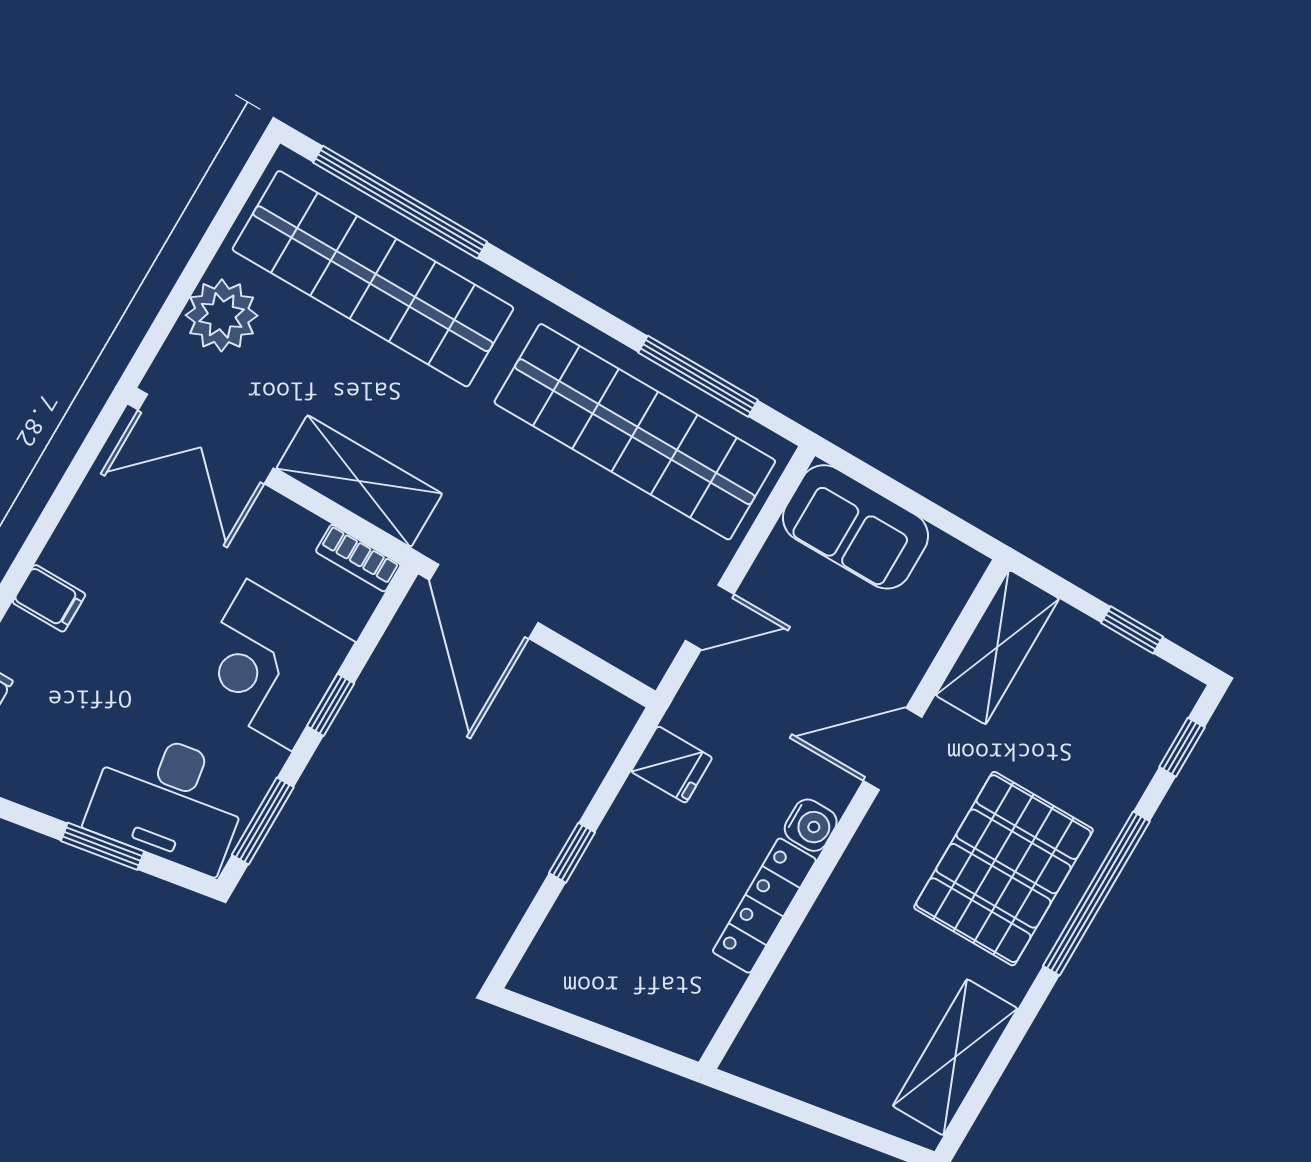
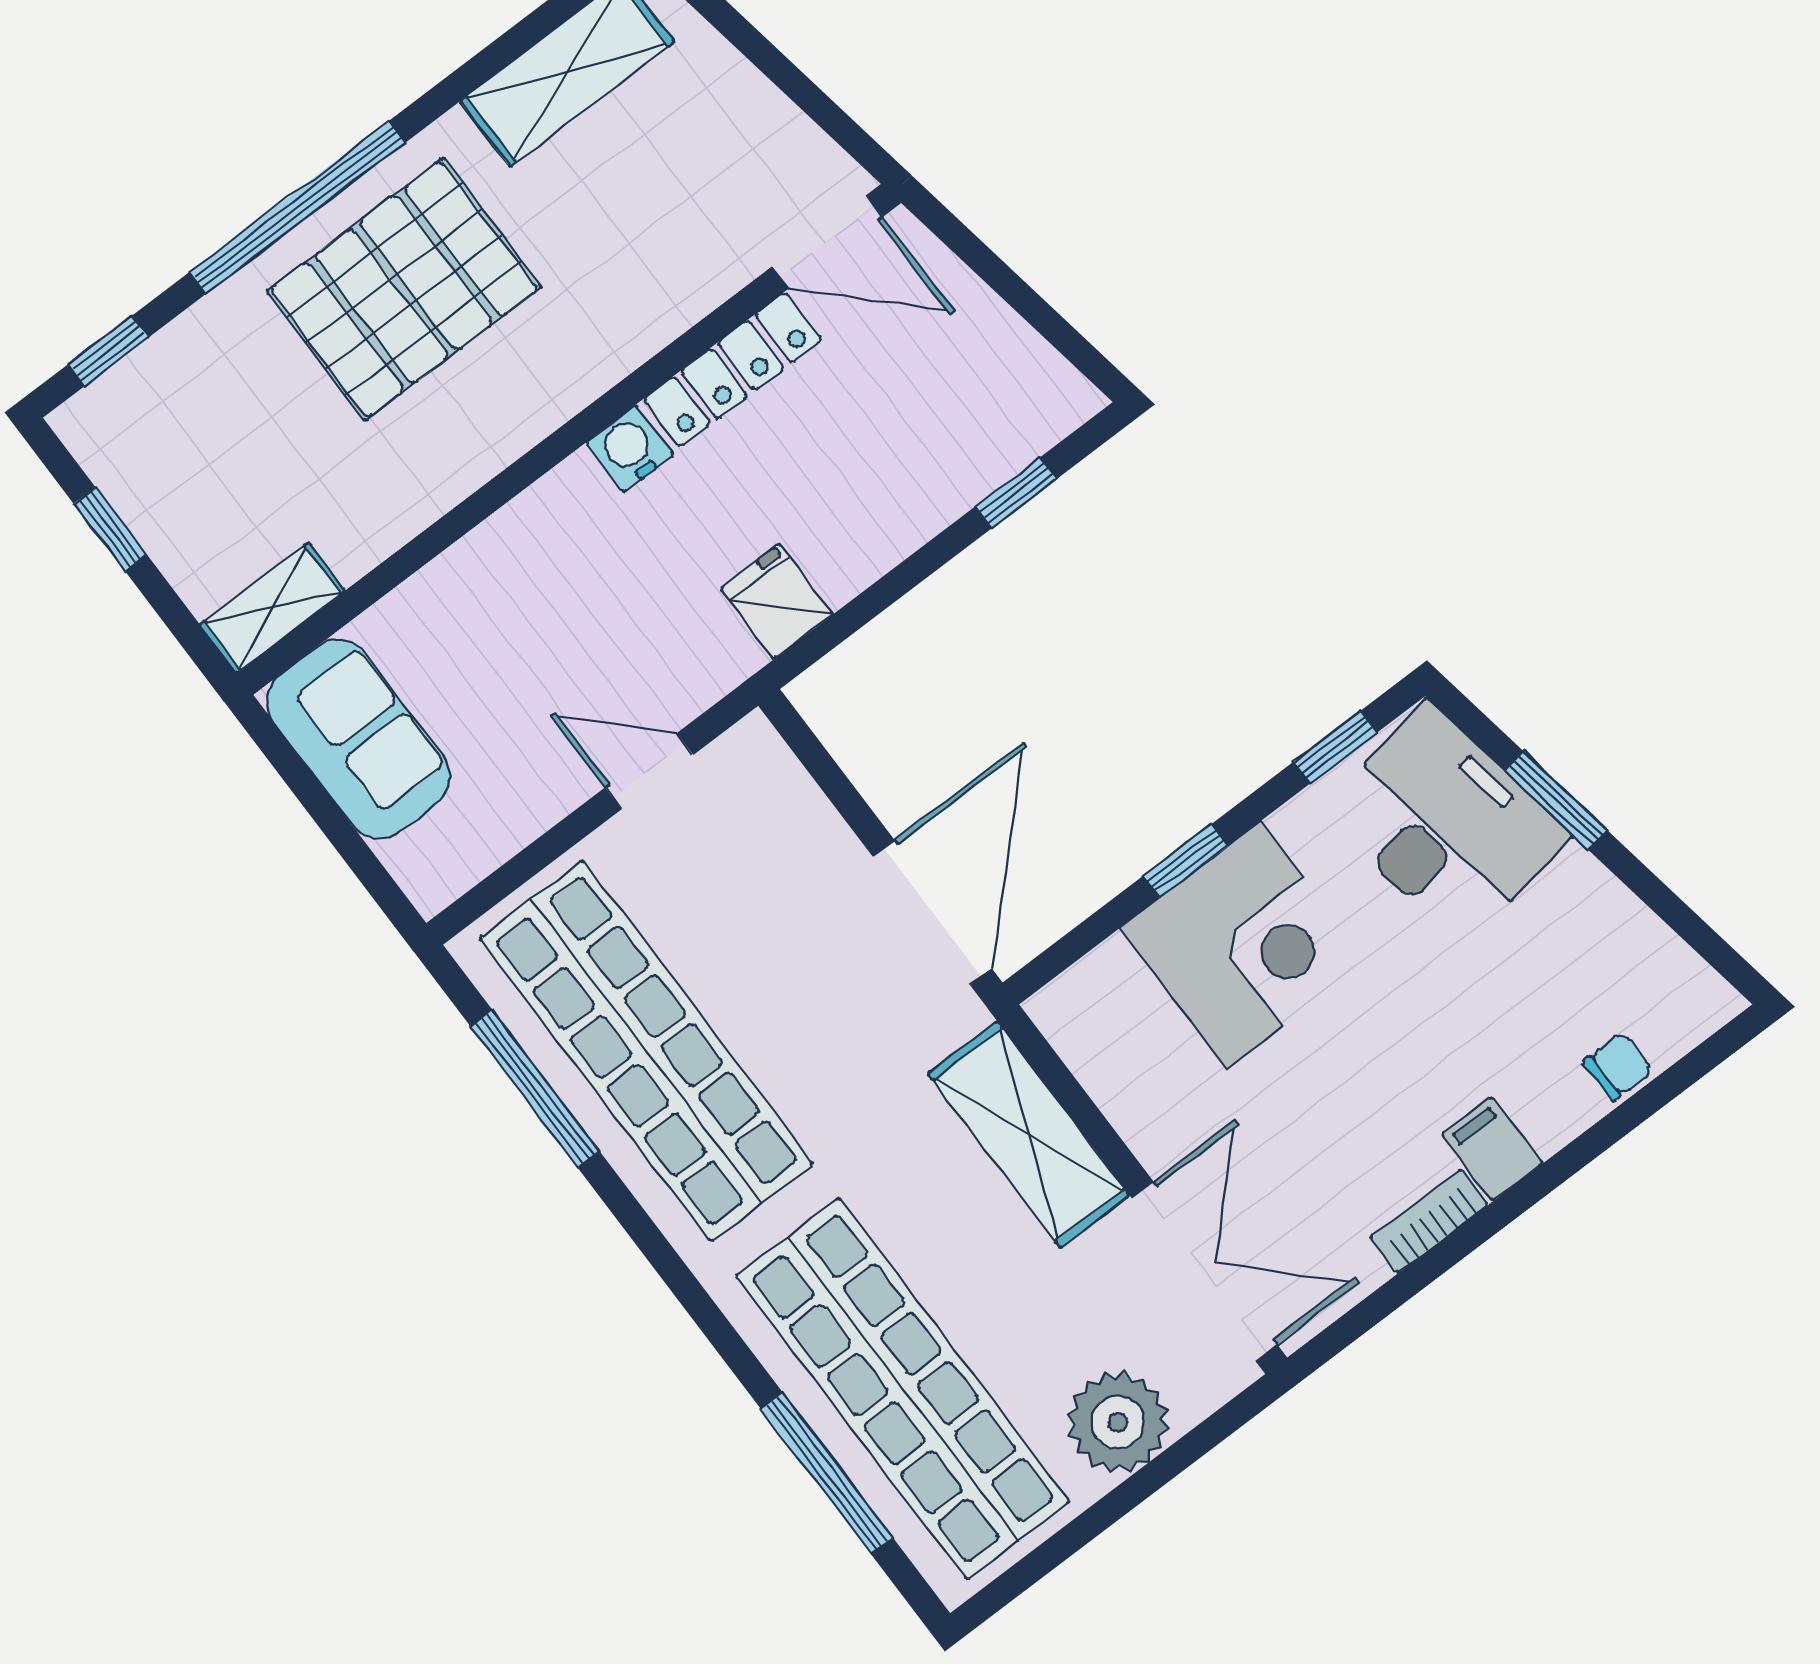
window: (400, 202) -> (827, 1473), width x0.68
sofa: (855, 527) -> (358, 739), moved
bookcase: (358, 558) -> (1429, 1221), moved, turned -90
shelving: (997, 647) -> (272, 608), width x0.67, depth x0.75
door: (893, 749) -> (827, 242), moved
window: (263, 821) -> (1335, 747), width x0.67
window: (572, 853) -> (1016, 493), moved

